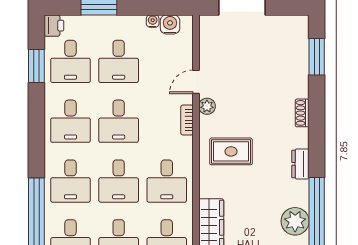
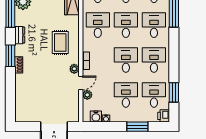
window: (317, 57) -> (10, 56), moved
plant: (185, 62) -> (87, 95), added
rug: (231, 151) -> (60, 42), turned 90

